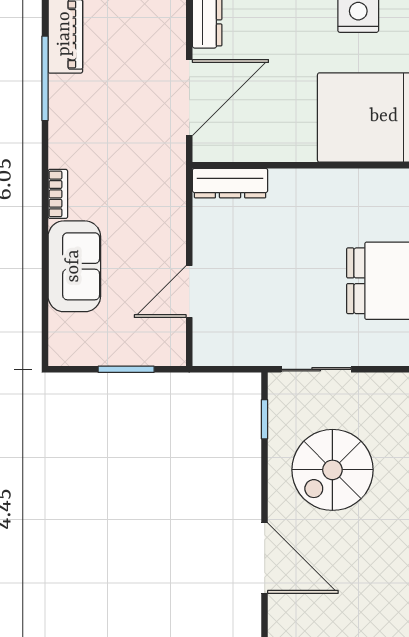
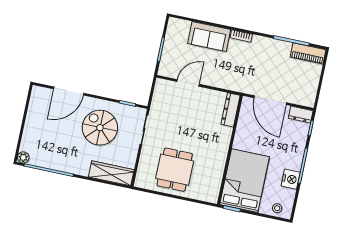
door: (189, 292) -> (188, 83), hinge flipped

